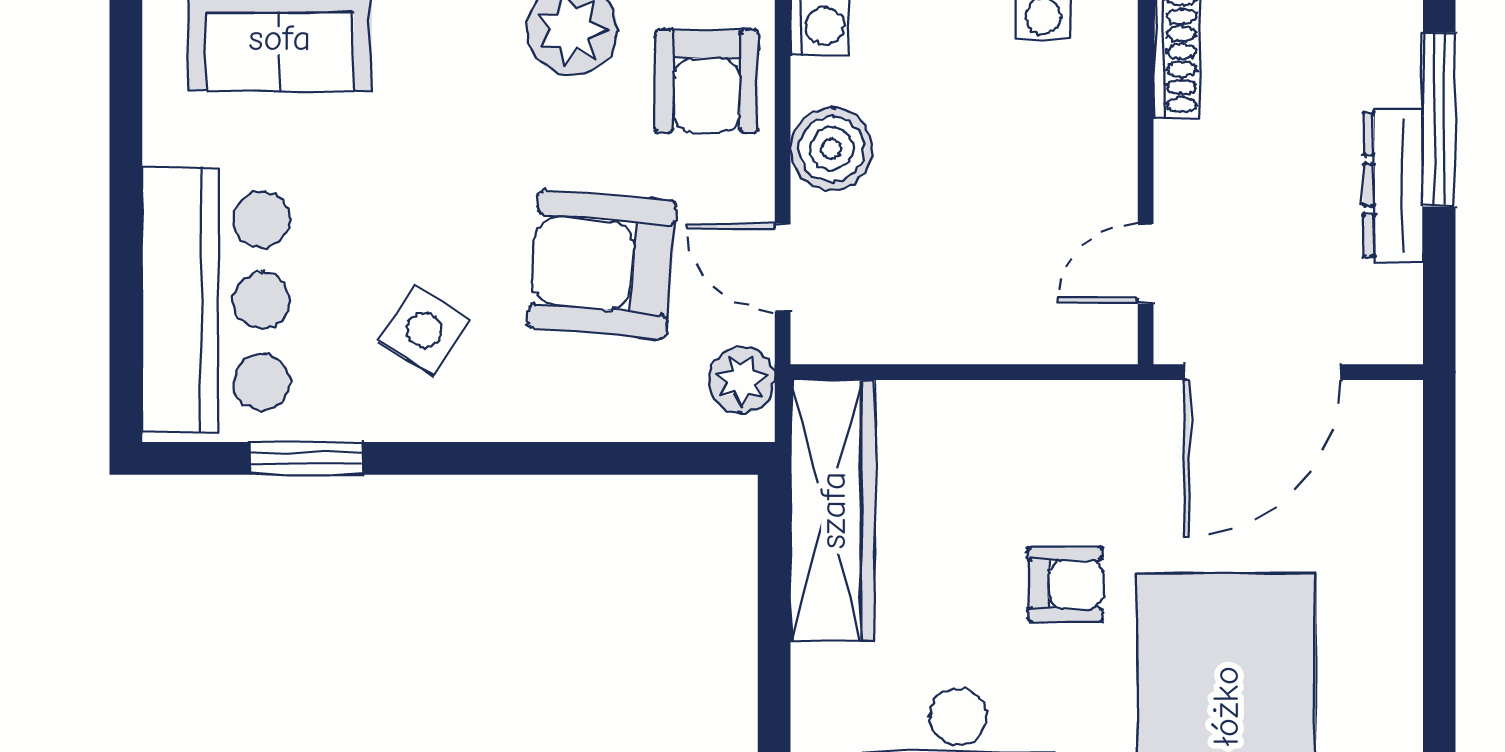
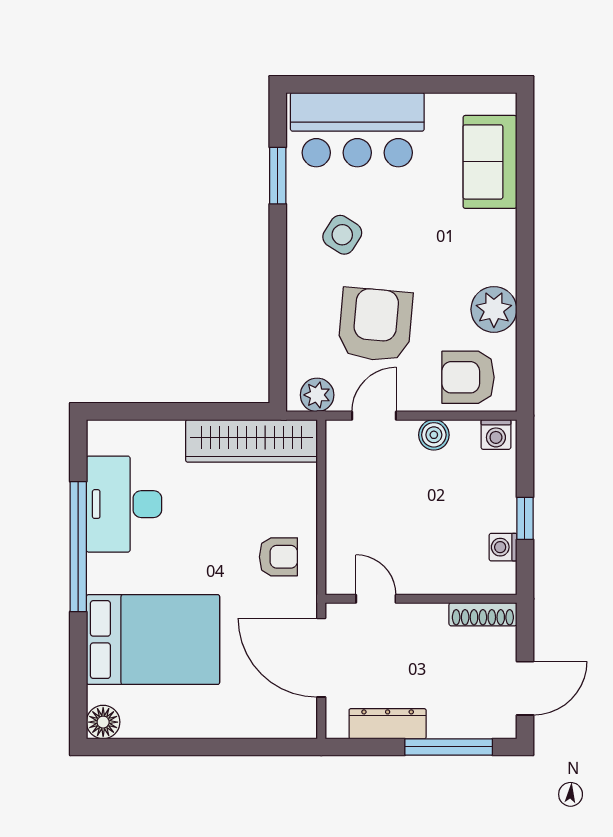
boiler: (832, 149) -> (434, 435), width x0.73, depth x0.73
dresser: (1393, 185) -> (388, 724), moved
armchair: (1065, 584) -> (278, 557), moved, turned -90

